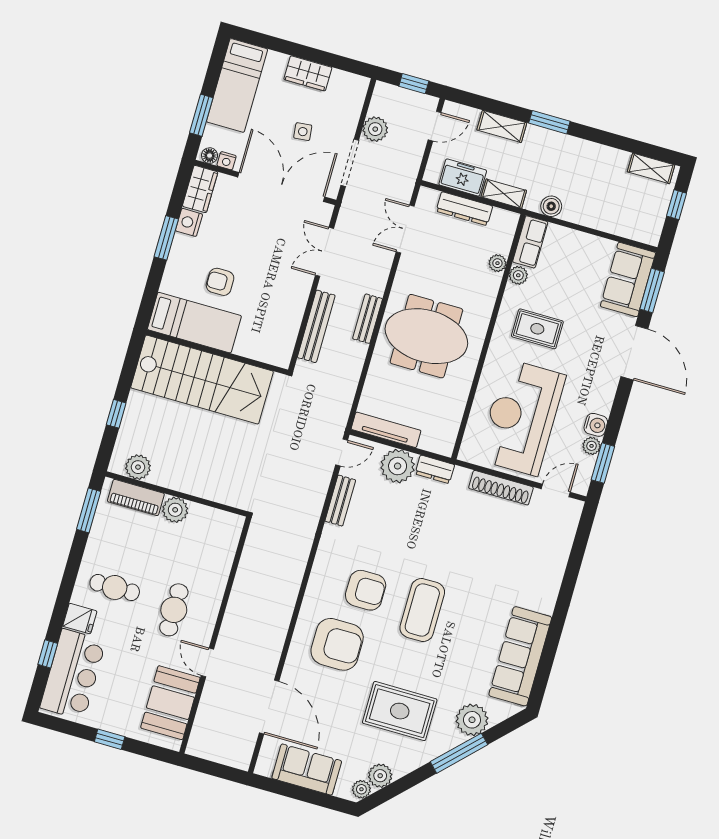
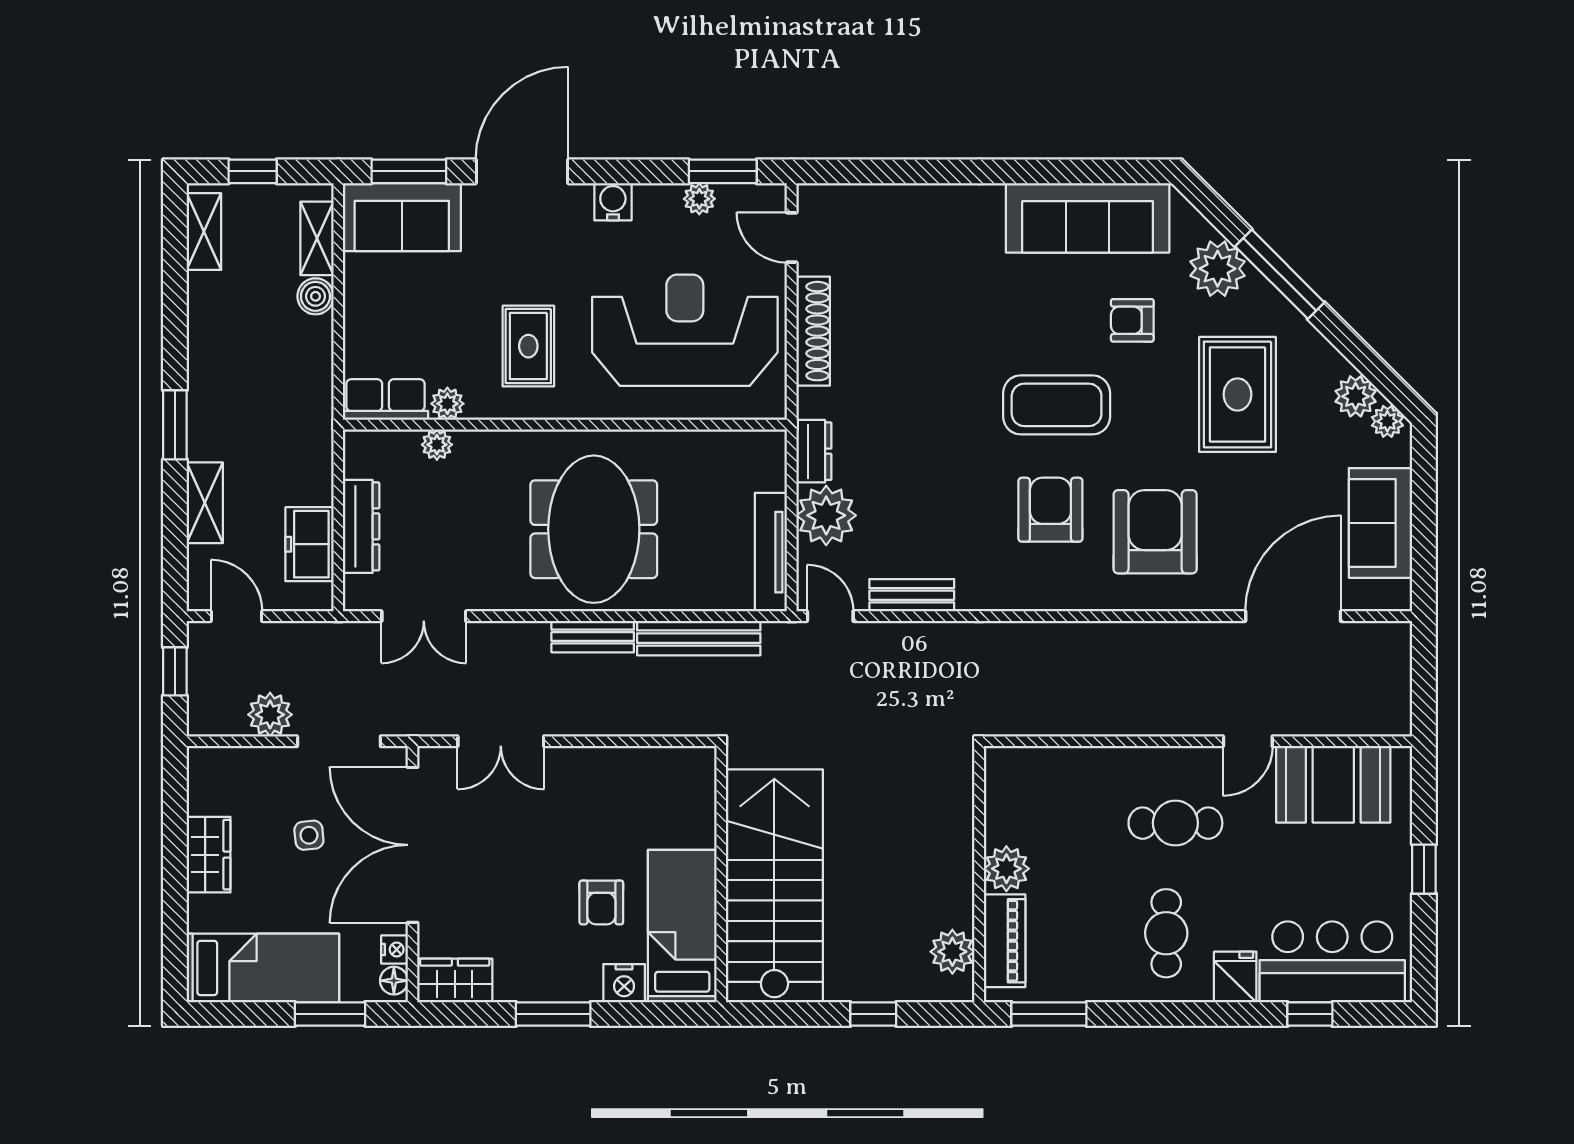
shelving: (504, 194) -> (317, 238), moved
boiler: (551, 206) -> (315, 296), moved
nightstand: (189, 222) -> (624, 983), moved
bench: (316, 326) -> (699, 638), moved
reception desk: (522, 417) -> (685, 330), turned 180
water cooler: (596, 425) -> (613, 202), moved
armchair: (457, 665) -> (1132, 320), added

